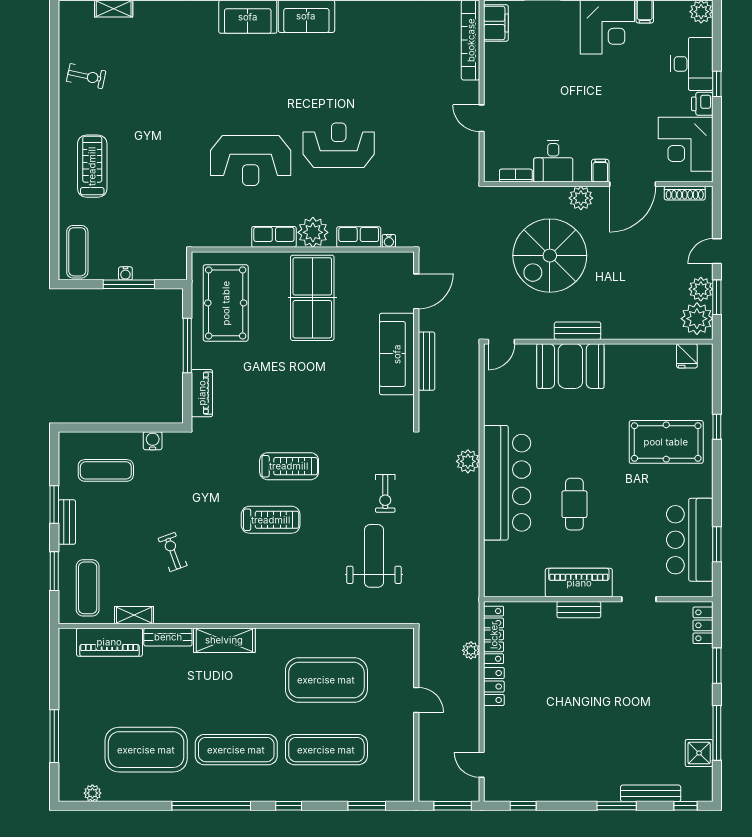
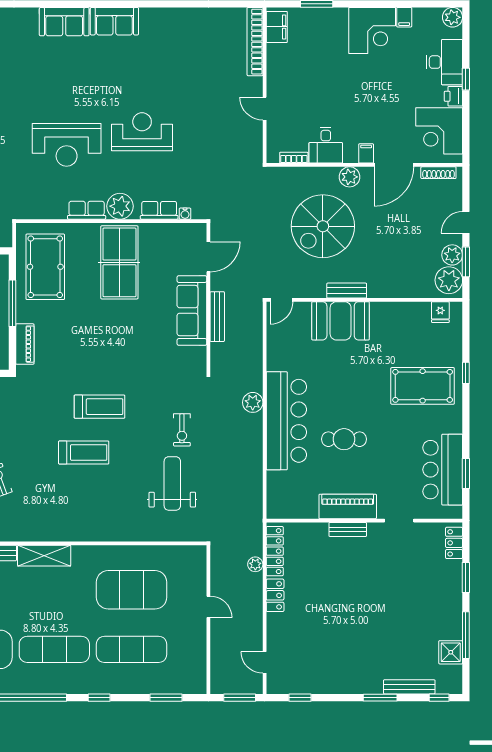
cafe table: (574, 504) -> (344, 439), turned 90

